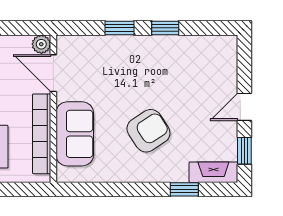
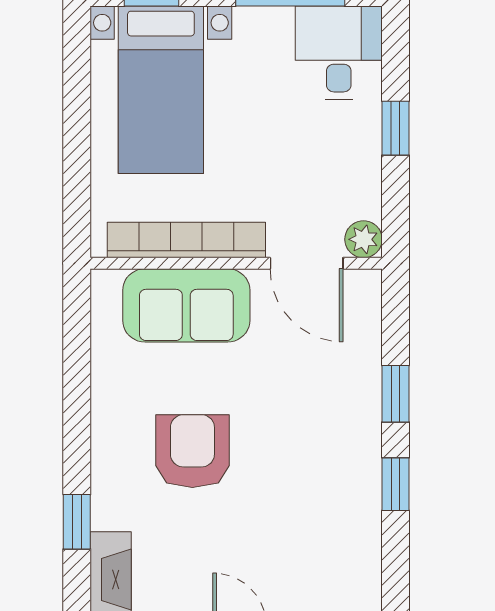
door: (53, 73) -> (307, 263), swing flipped
armchair: (148, 131) -> (192, 451), turned -147

